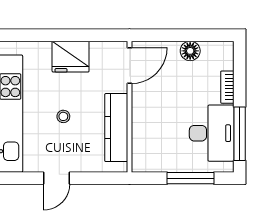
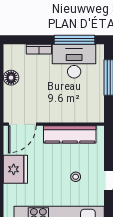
door: (130, 66) -> (22, 124), swing flipped
stool: (63, 116) -> (76, 177), moved

